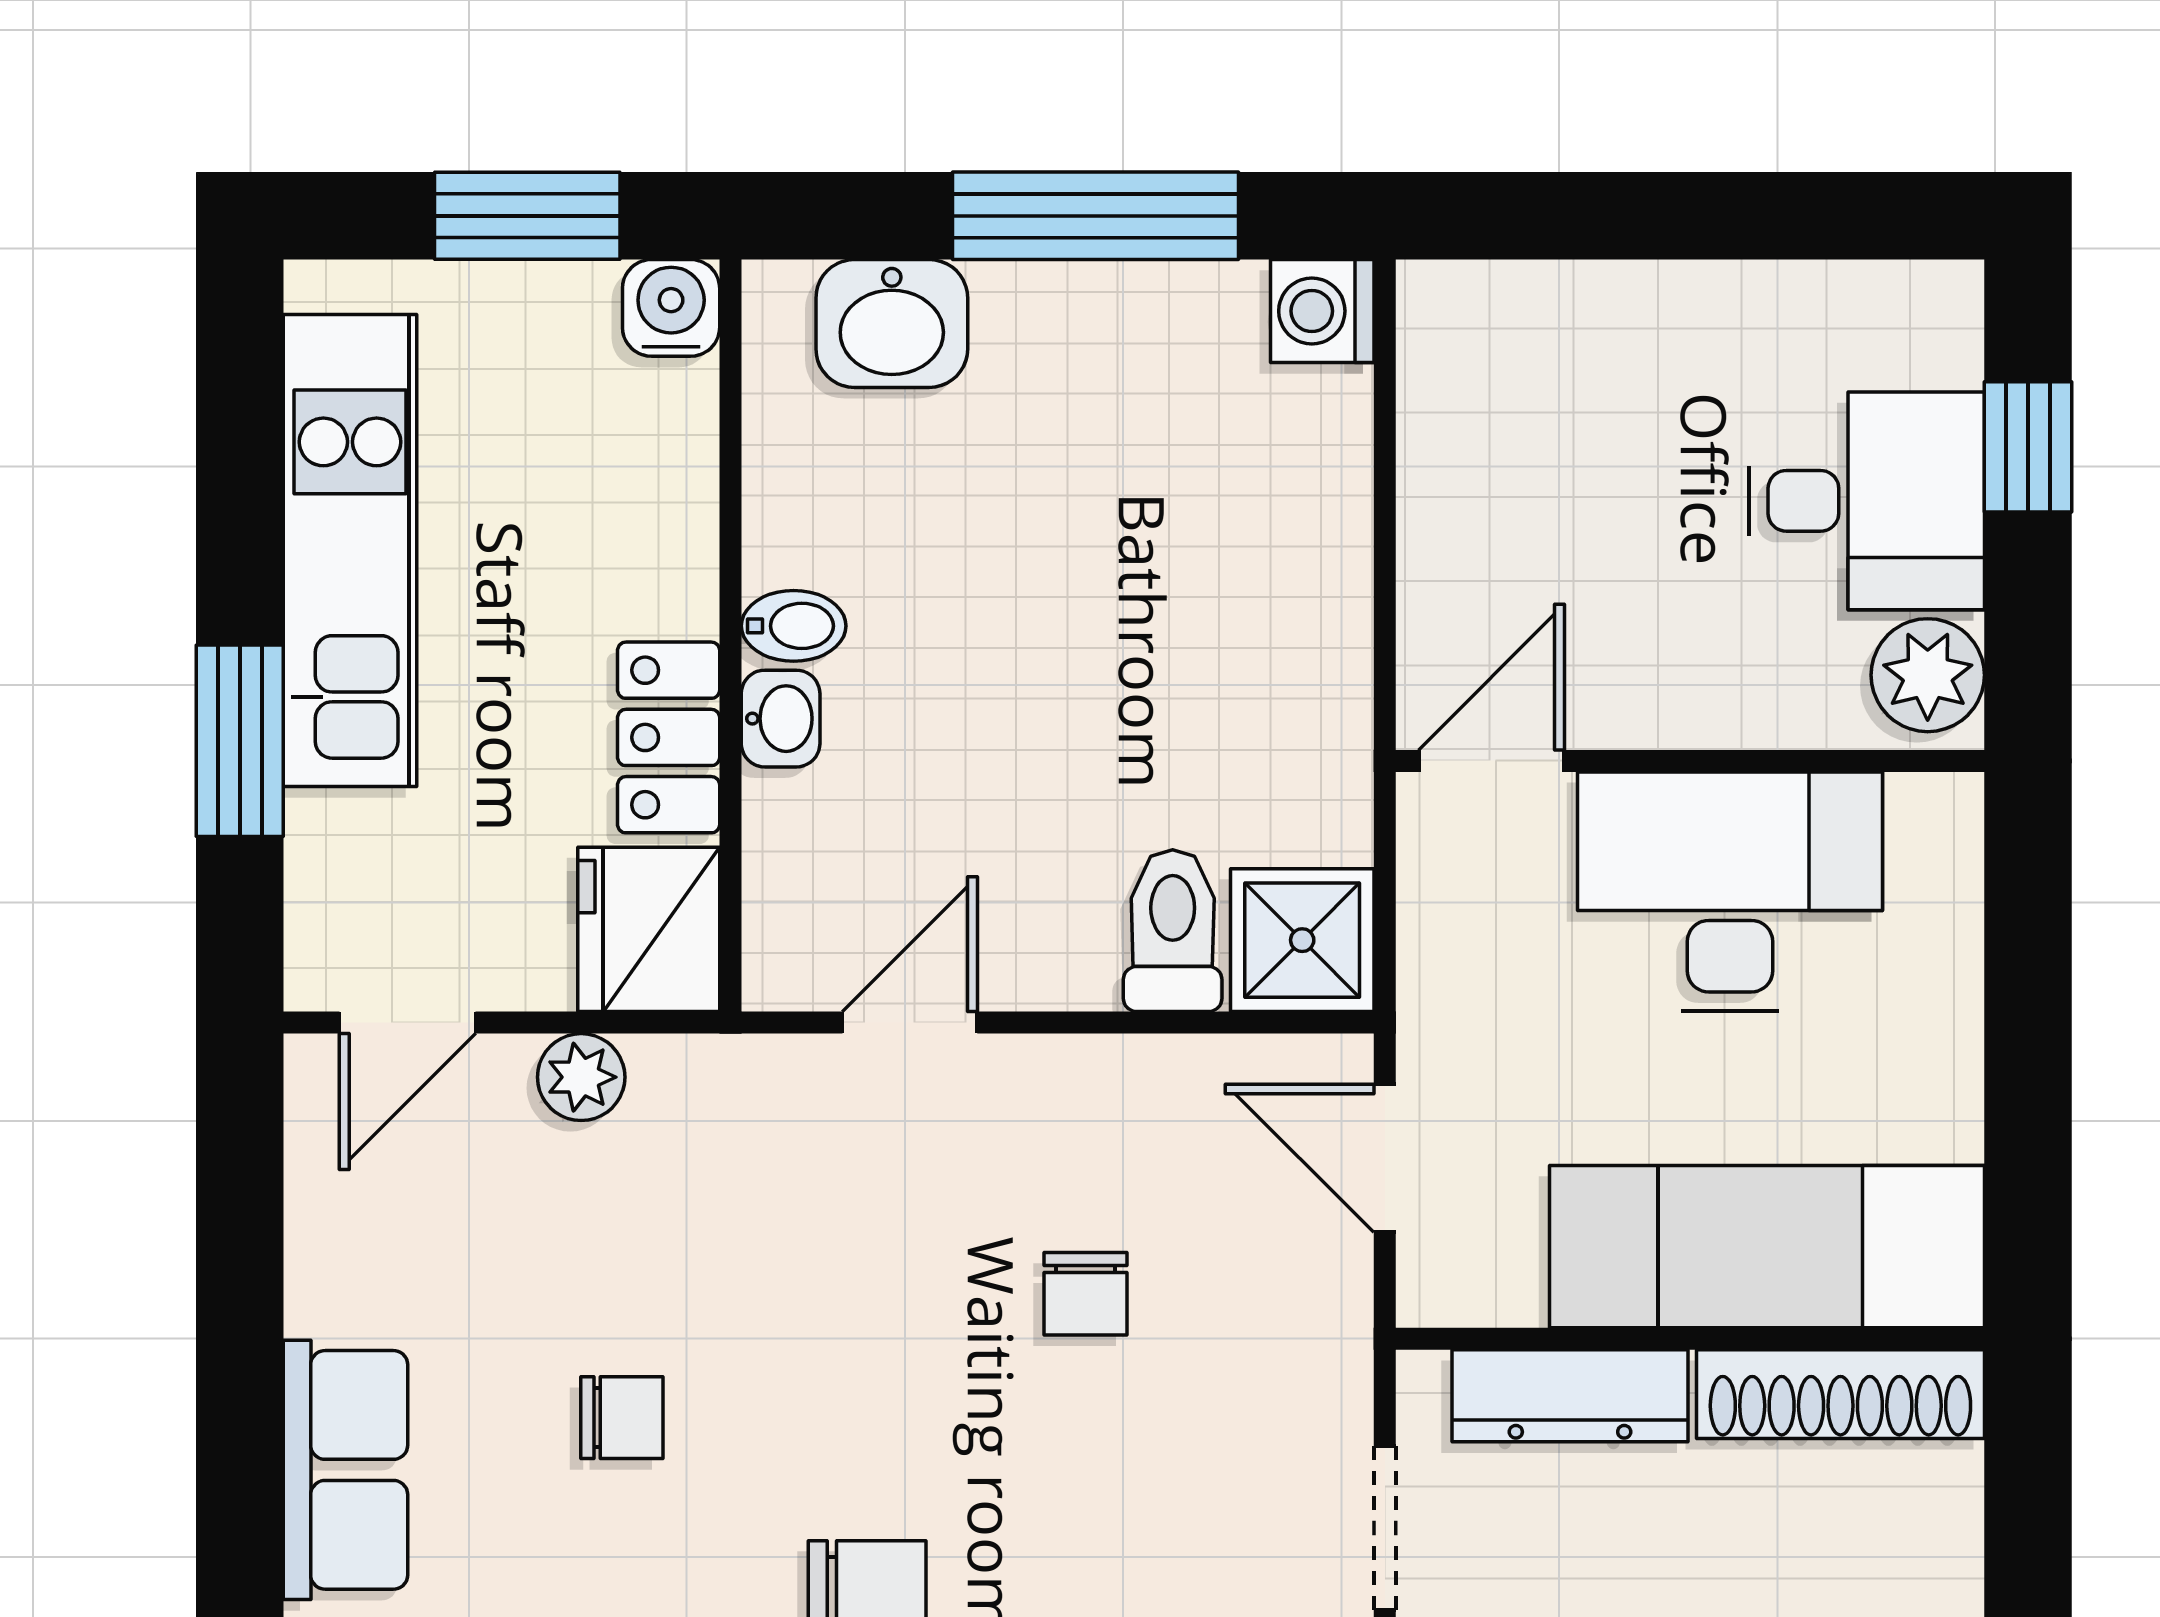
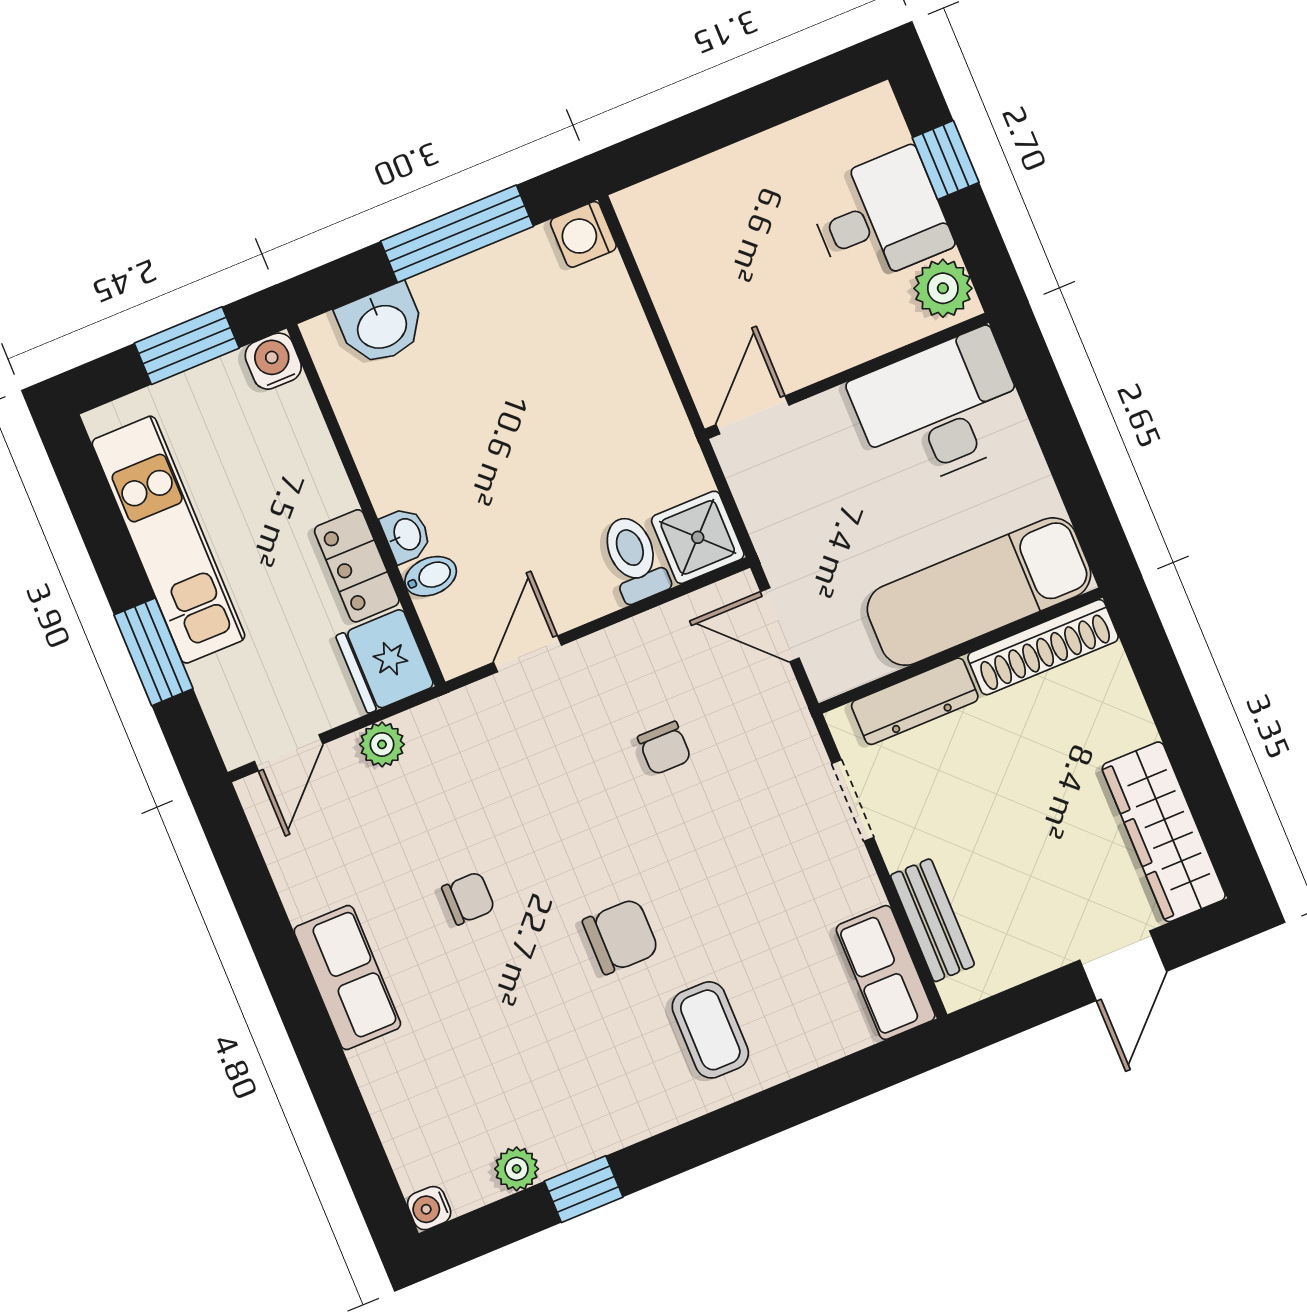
bidet: (794, 626) -> (431, 576), moved
desk: (1730, 892) -> (940, 410), moved

